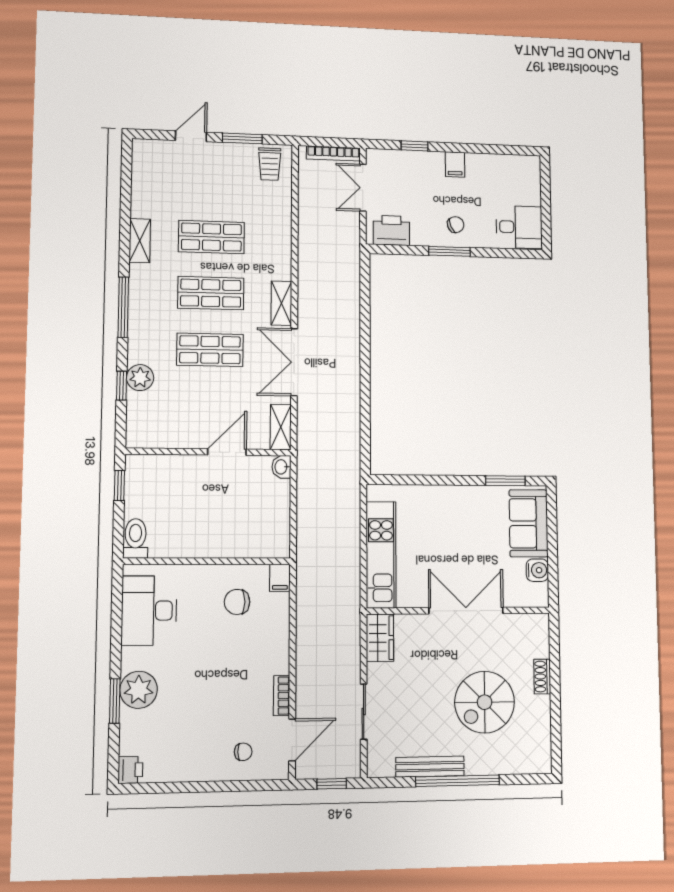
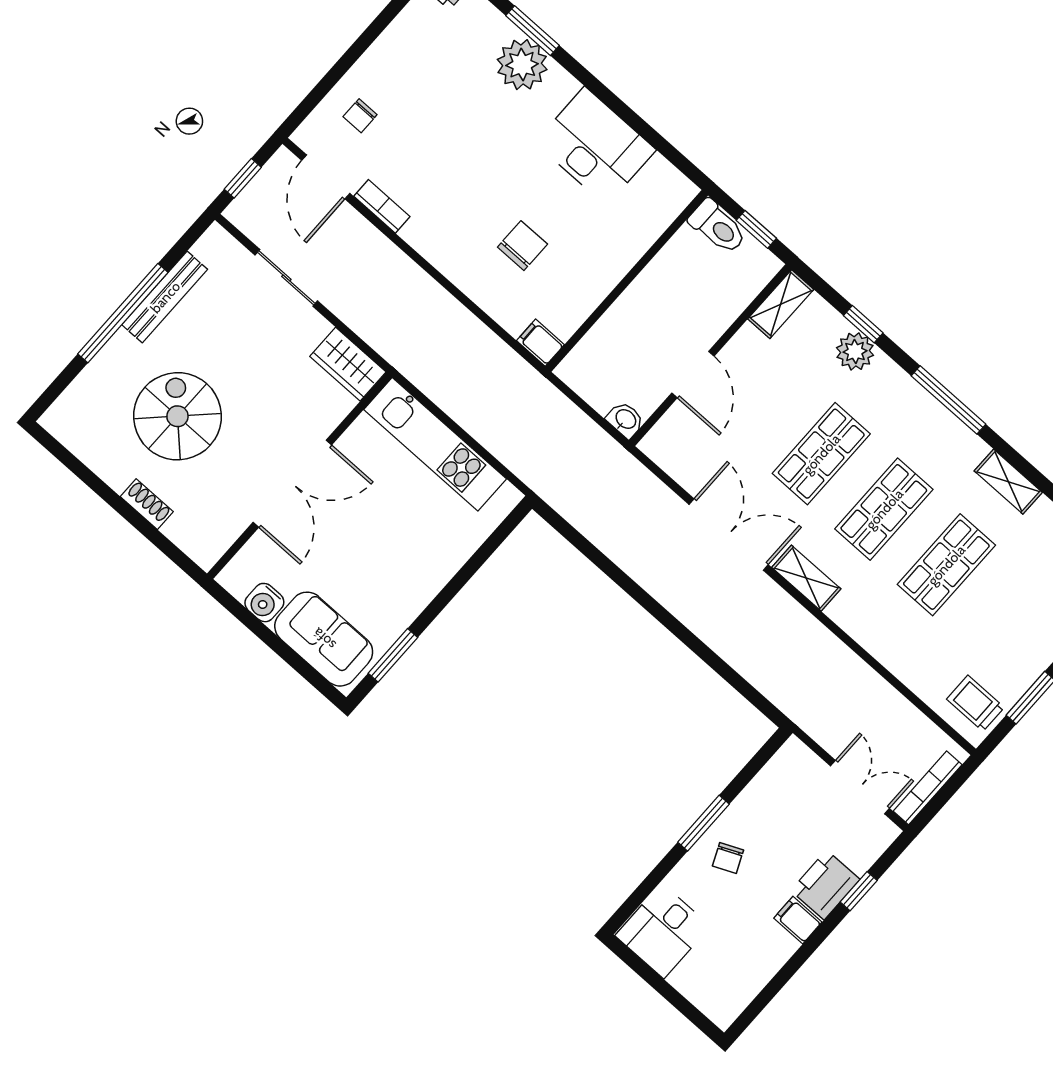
printer: (391, 230) -> (825, 885), moved, turned 180
shelving: (281, 427) -> (781, 304), moved, turned 90
toilet: (135, 538) -> (718, 227), moved
wall: (207, 561) -> (627, 281), moved
filing cabinet: (280, 578) -> (540, 343), moved

